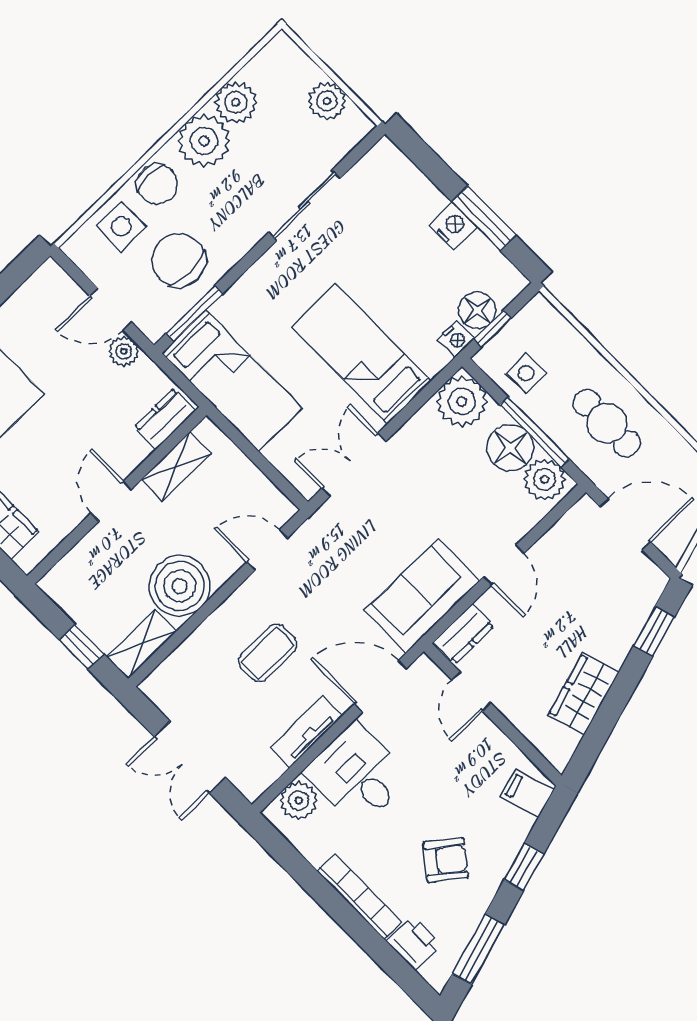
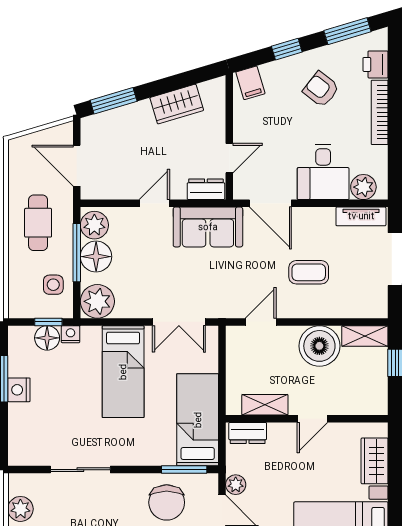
door: (267, 550) -> (261, 322), swing flipped
window: (654, 631) -> (114, 101), width x1.50
tv unit: (306, 732) -> (361, 216), moved

